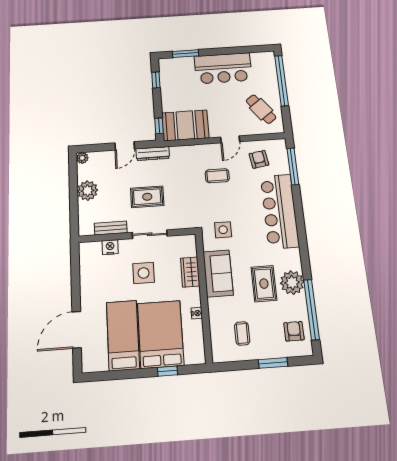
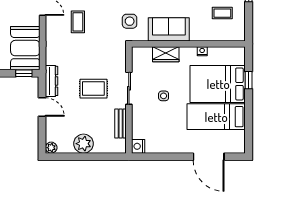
rug: (147, 197) -> (93, 89), turned 90
nightstand: (110, 247) -> (138, 146), moved
side table: (143, 273) -> (164, 96), width x0.54, depth x0.54

